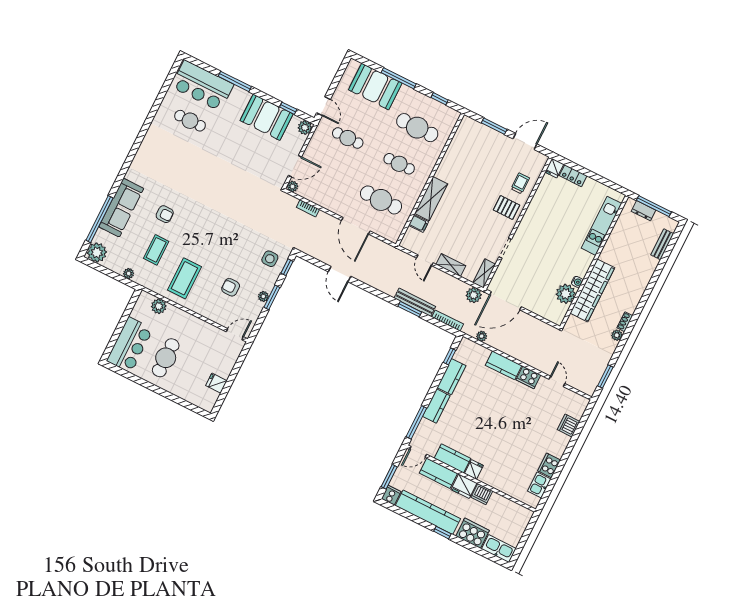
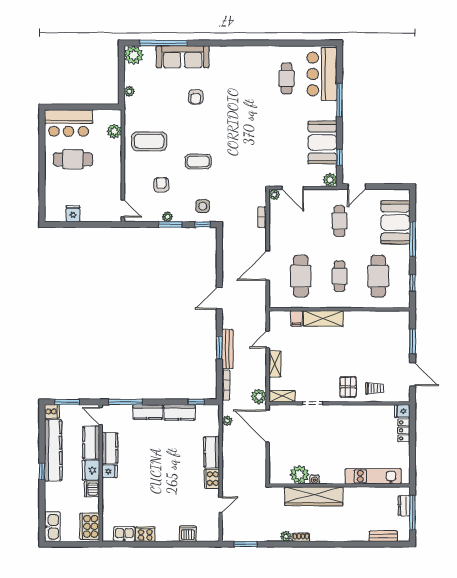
coffee table: (156, 250) -> (198, 161), moved
door: (340, 274) -> (219, 298), moved
cooker: (473, 533) -> (90, 526), moved, turned 180

